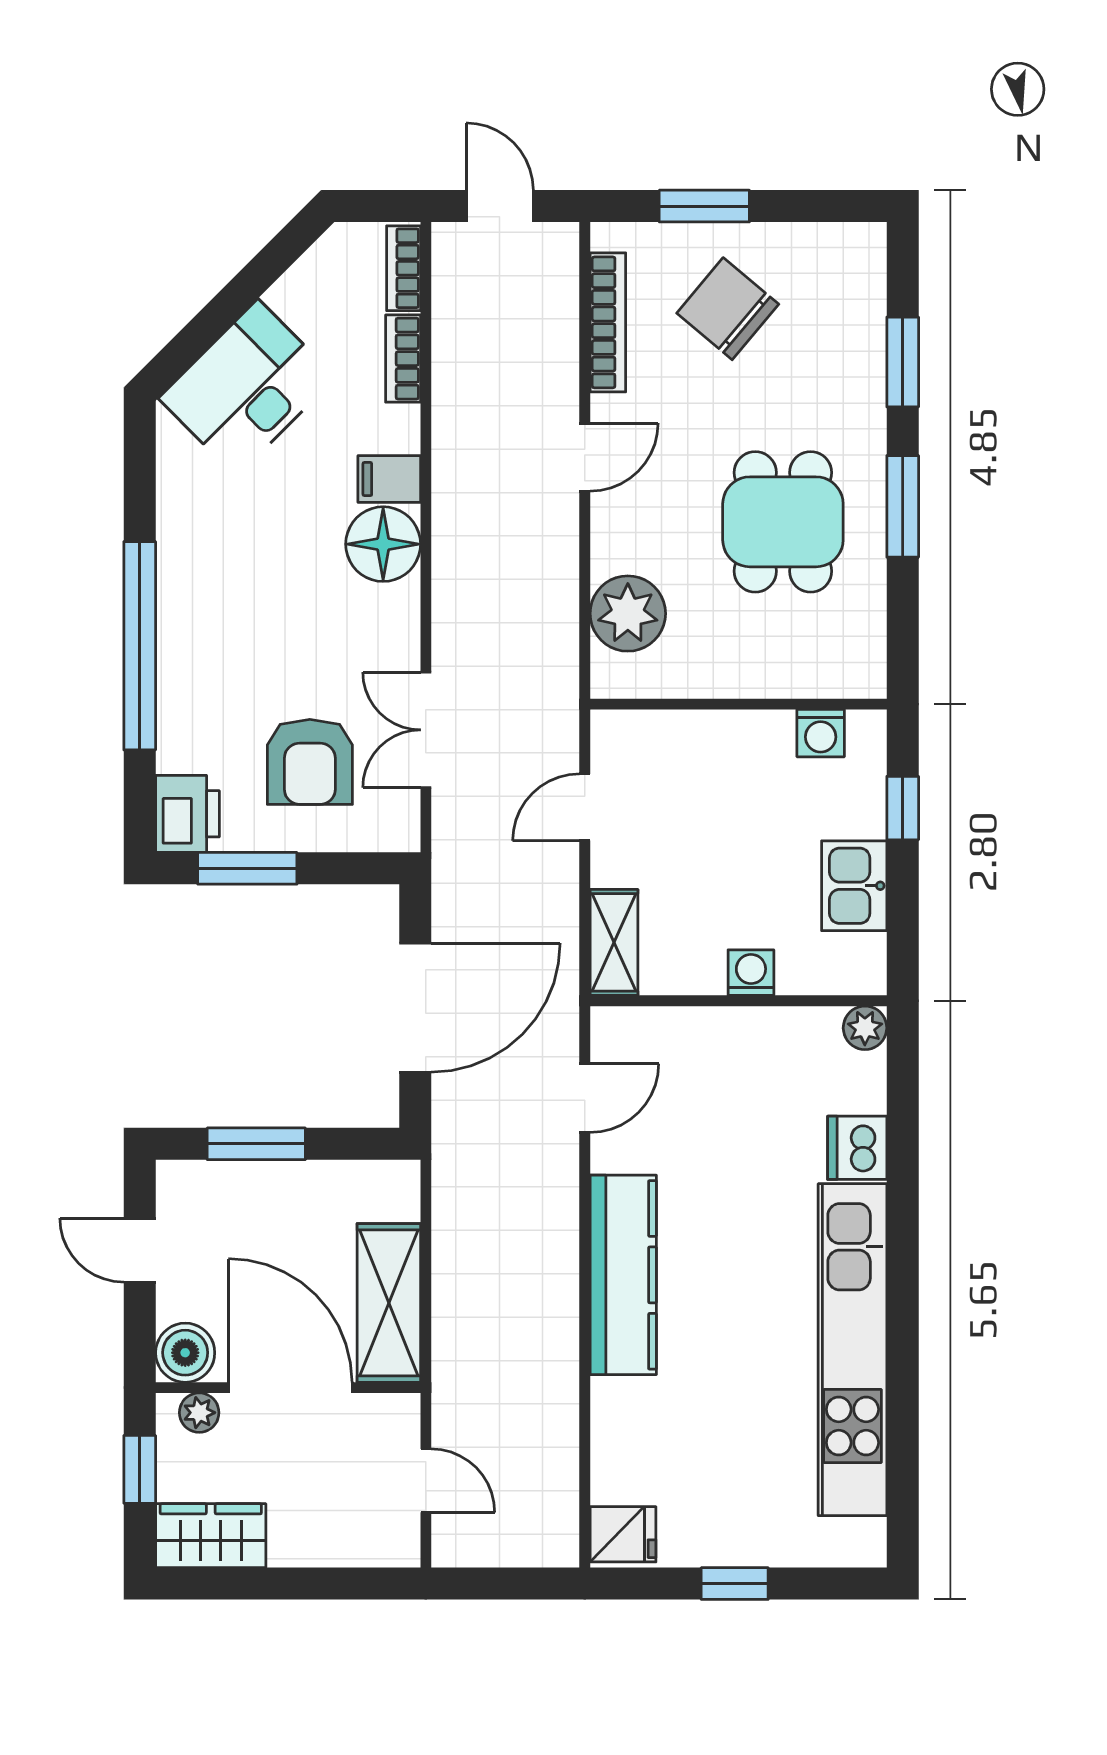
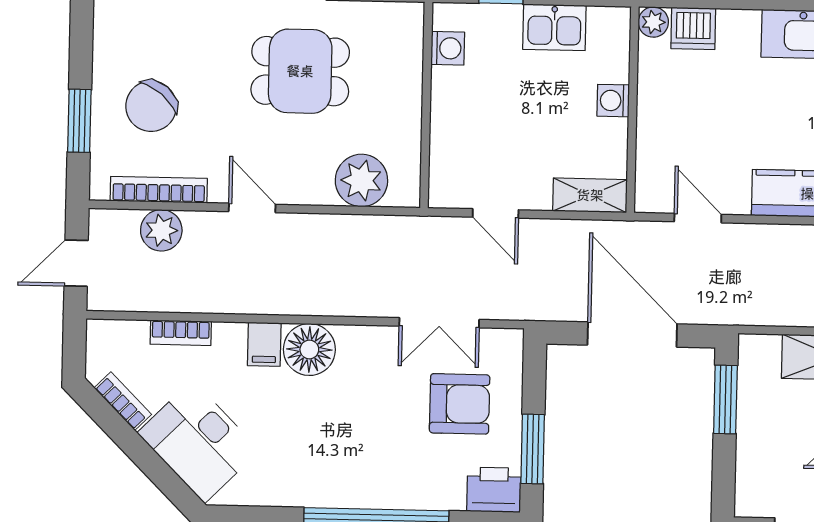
bookcase: (404, 268) -> (123, 401), moved, turned -135
plant: (550, 327) -> (161, 230), added
window: (256, 1144) -> (725, 399), moved
dishwasher: (857, 1148) -> (693, 28), moved

